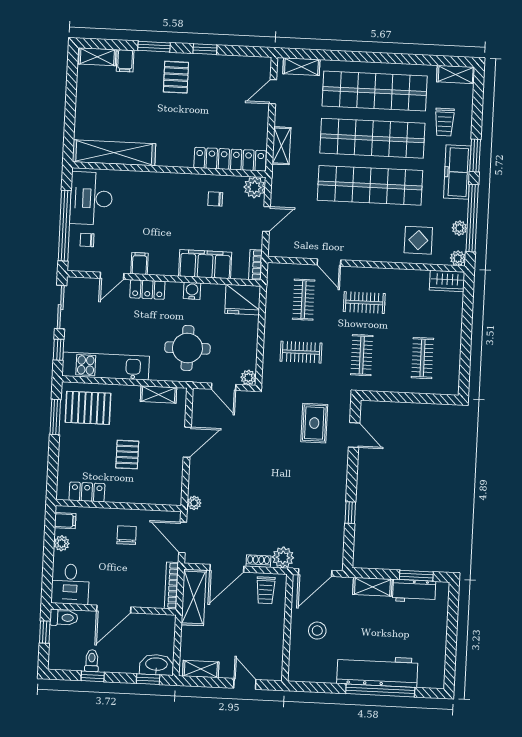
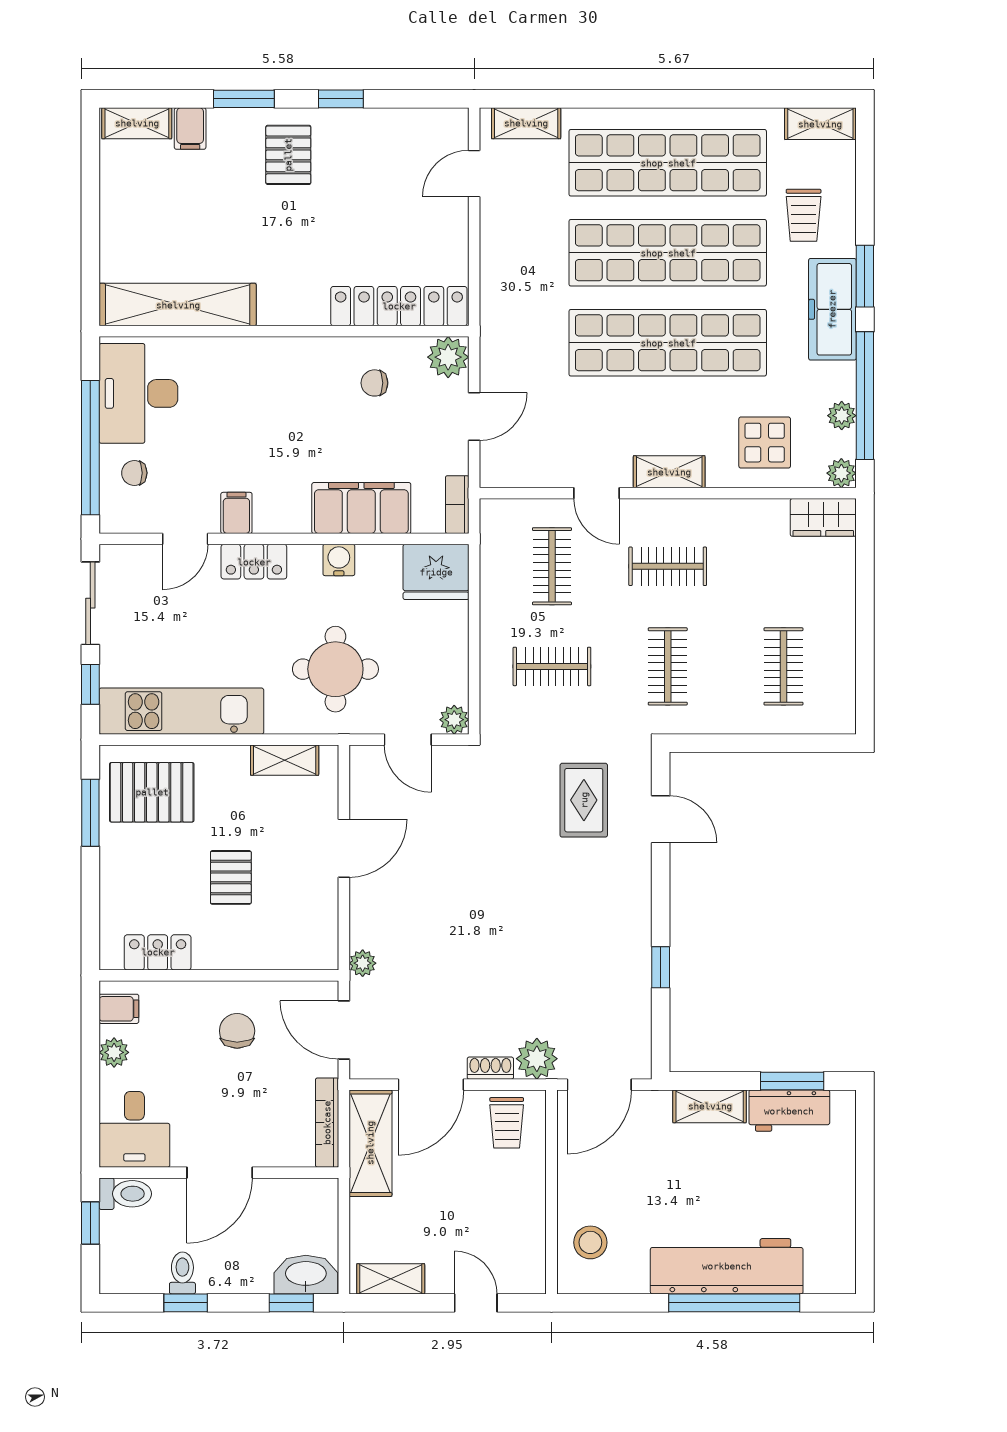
shelving: (281, 146) -> (669, 472), moved, turned 90
stool: (317, 631) -> (590, 1242), moved

